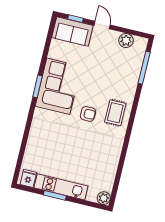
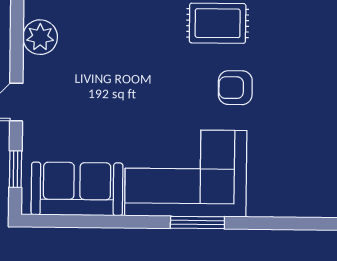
sofa: (72, 31) -> (77, 189), moved, turned -90
armchair: (88, 114) -> (235, 88), turned -90

